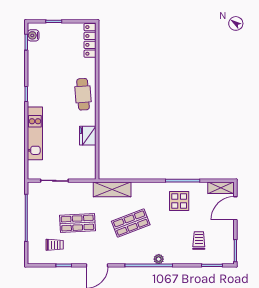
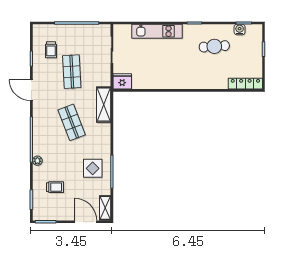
water cooler: (33, 35) -> (240, 30), moved
cafe table: (83, 94) -> (214, 46), moved
fridge: (88, 136) -> (122, 81), moved
plant: (159, 259) -> (37, 161), moved

